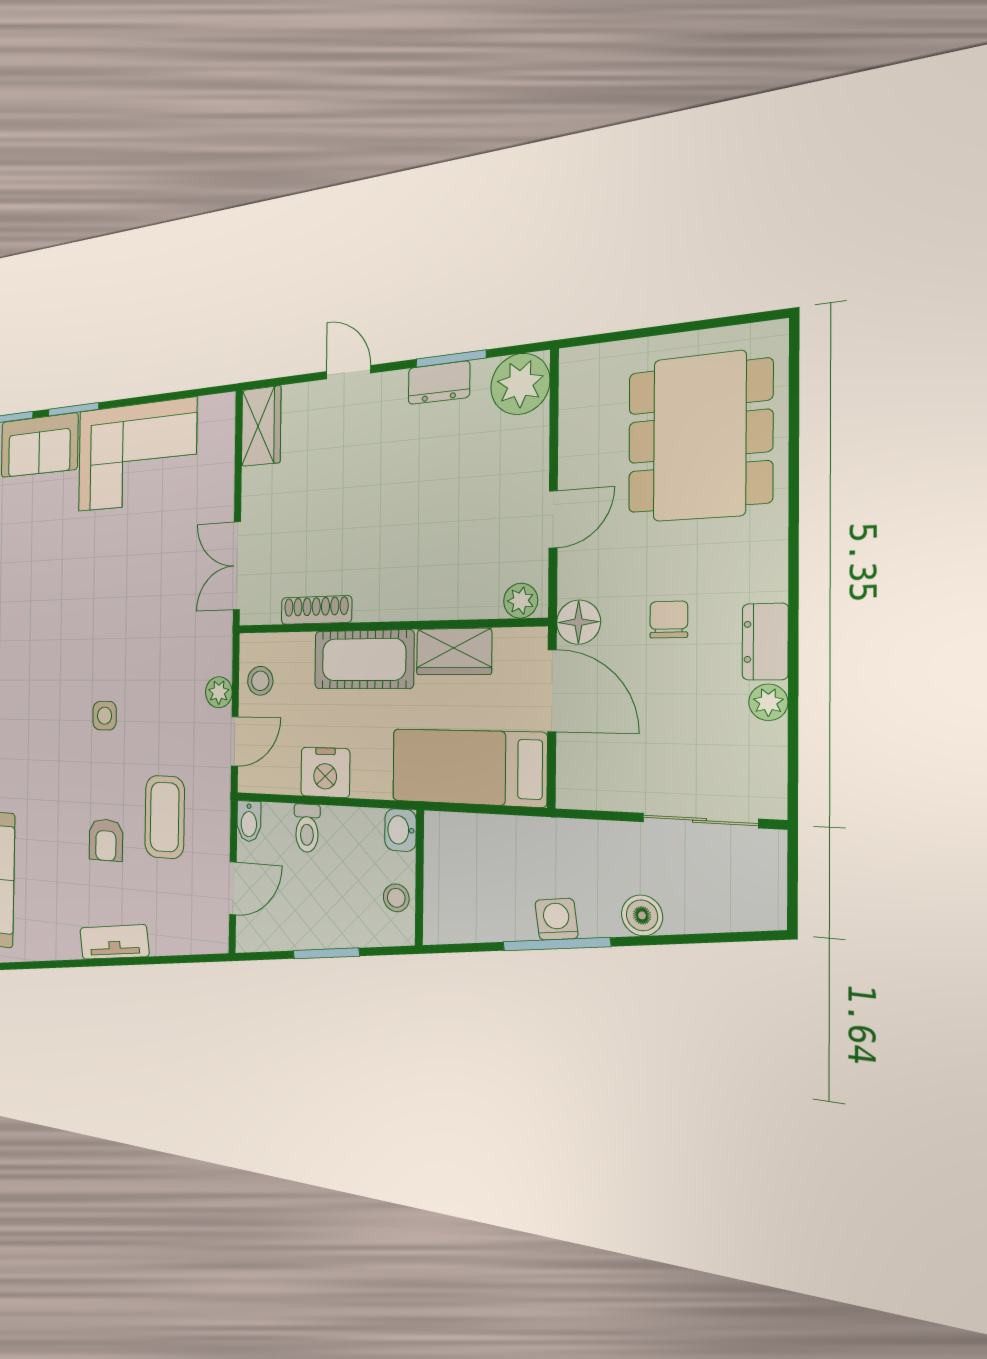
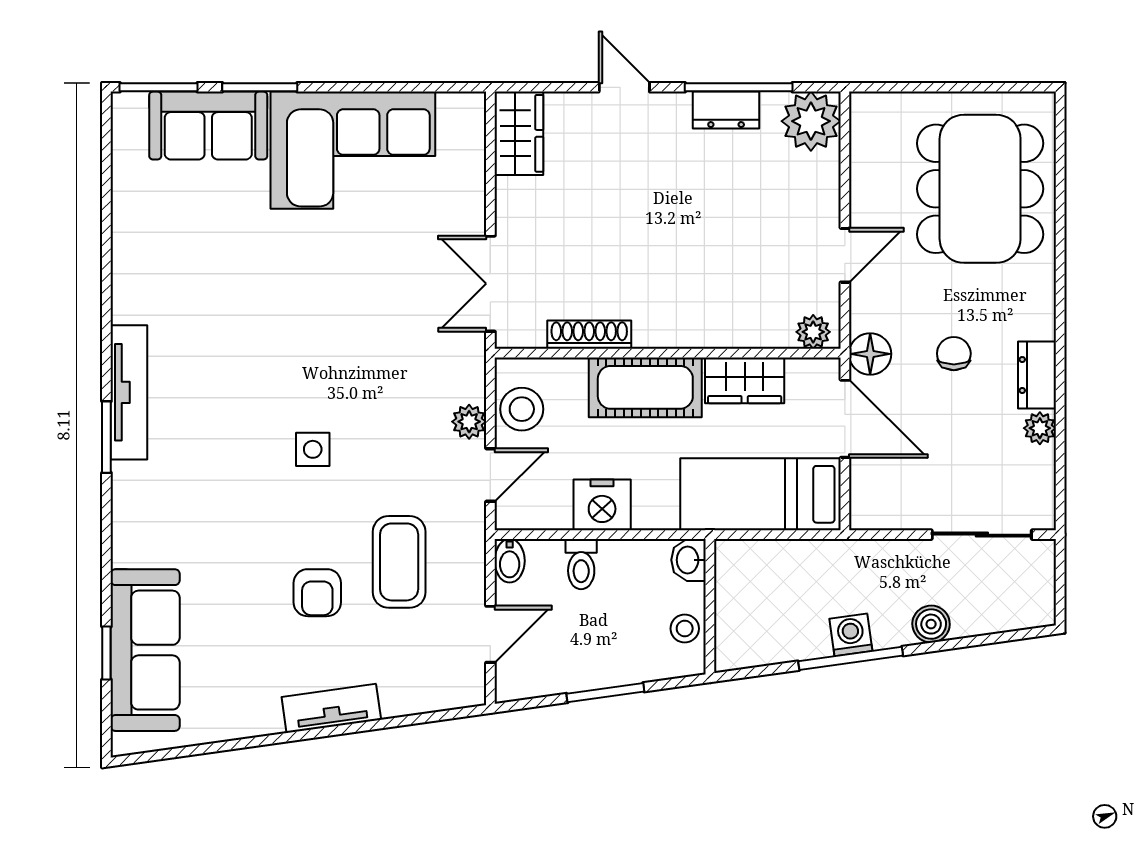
window: (451, 359) -> (739, 87), width x1.44
stool: (260, 681) -> (522, 409), width x1.37, depth x1.37

